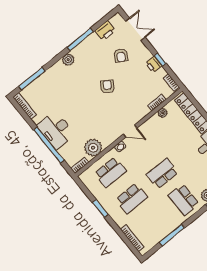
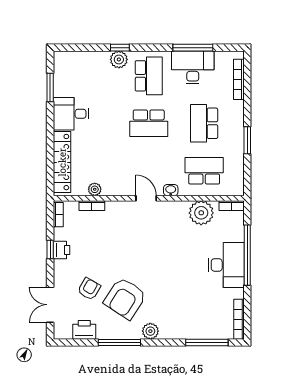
armchair: (107, 87) -> (125, 298), moved, width x1.88, depth x1.88
school desk: (132, 198) -> (204, 123), turned -90
desk: (163, 224) -> (193, 67), added

